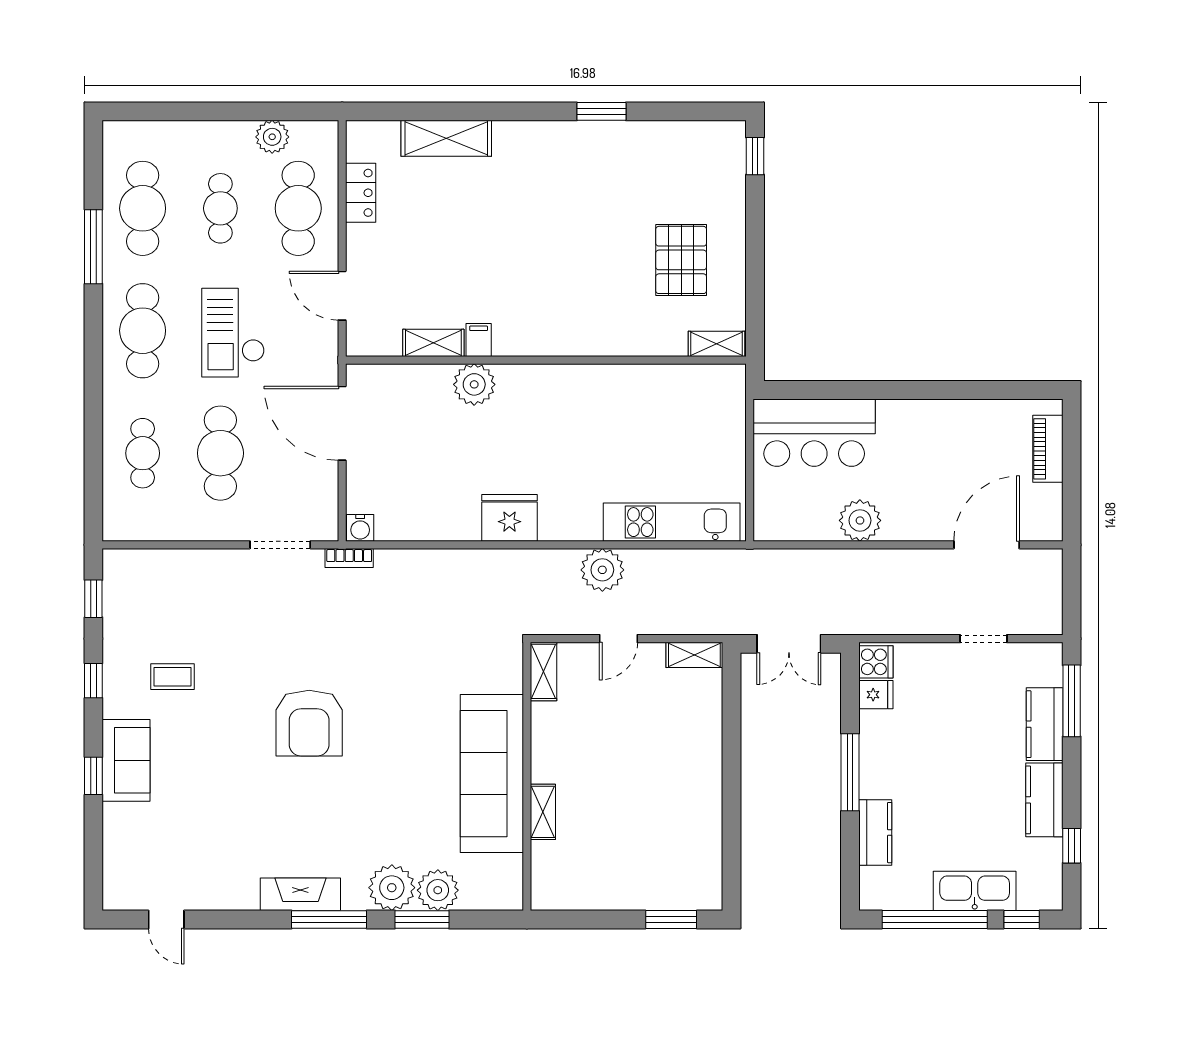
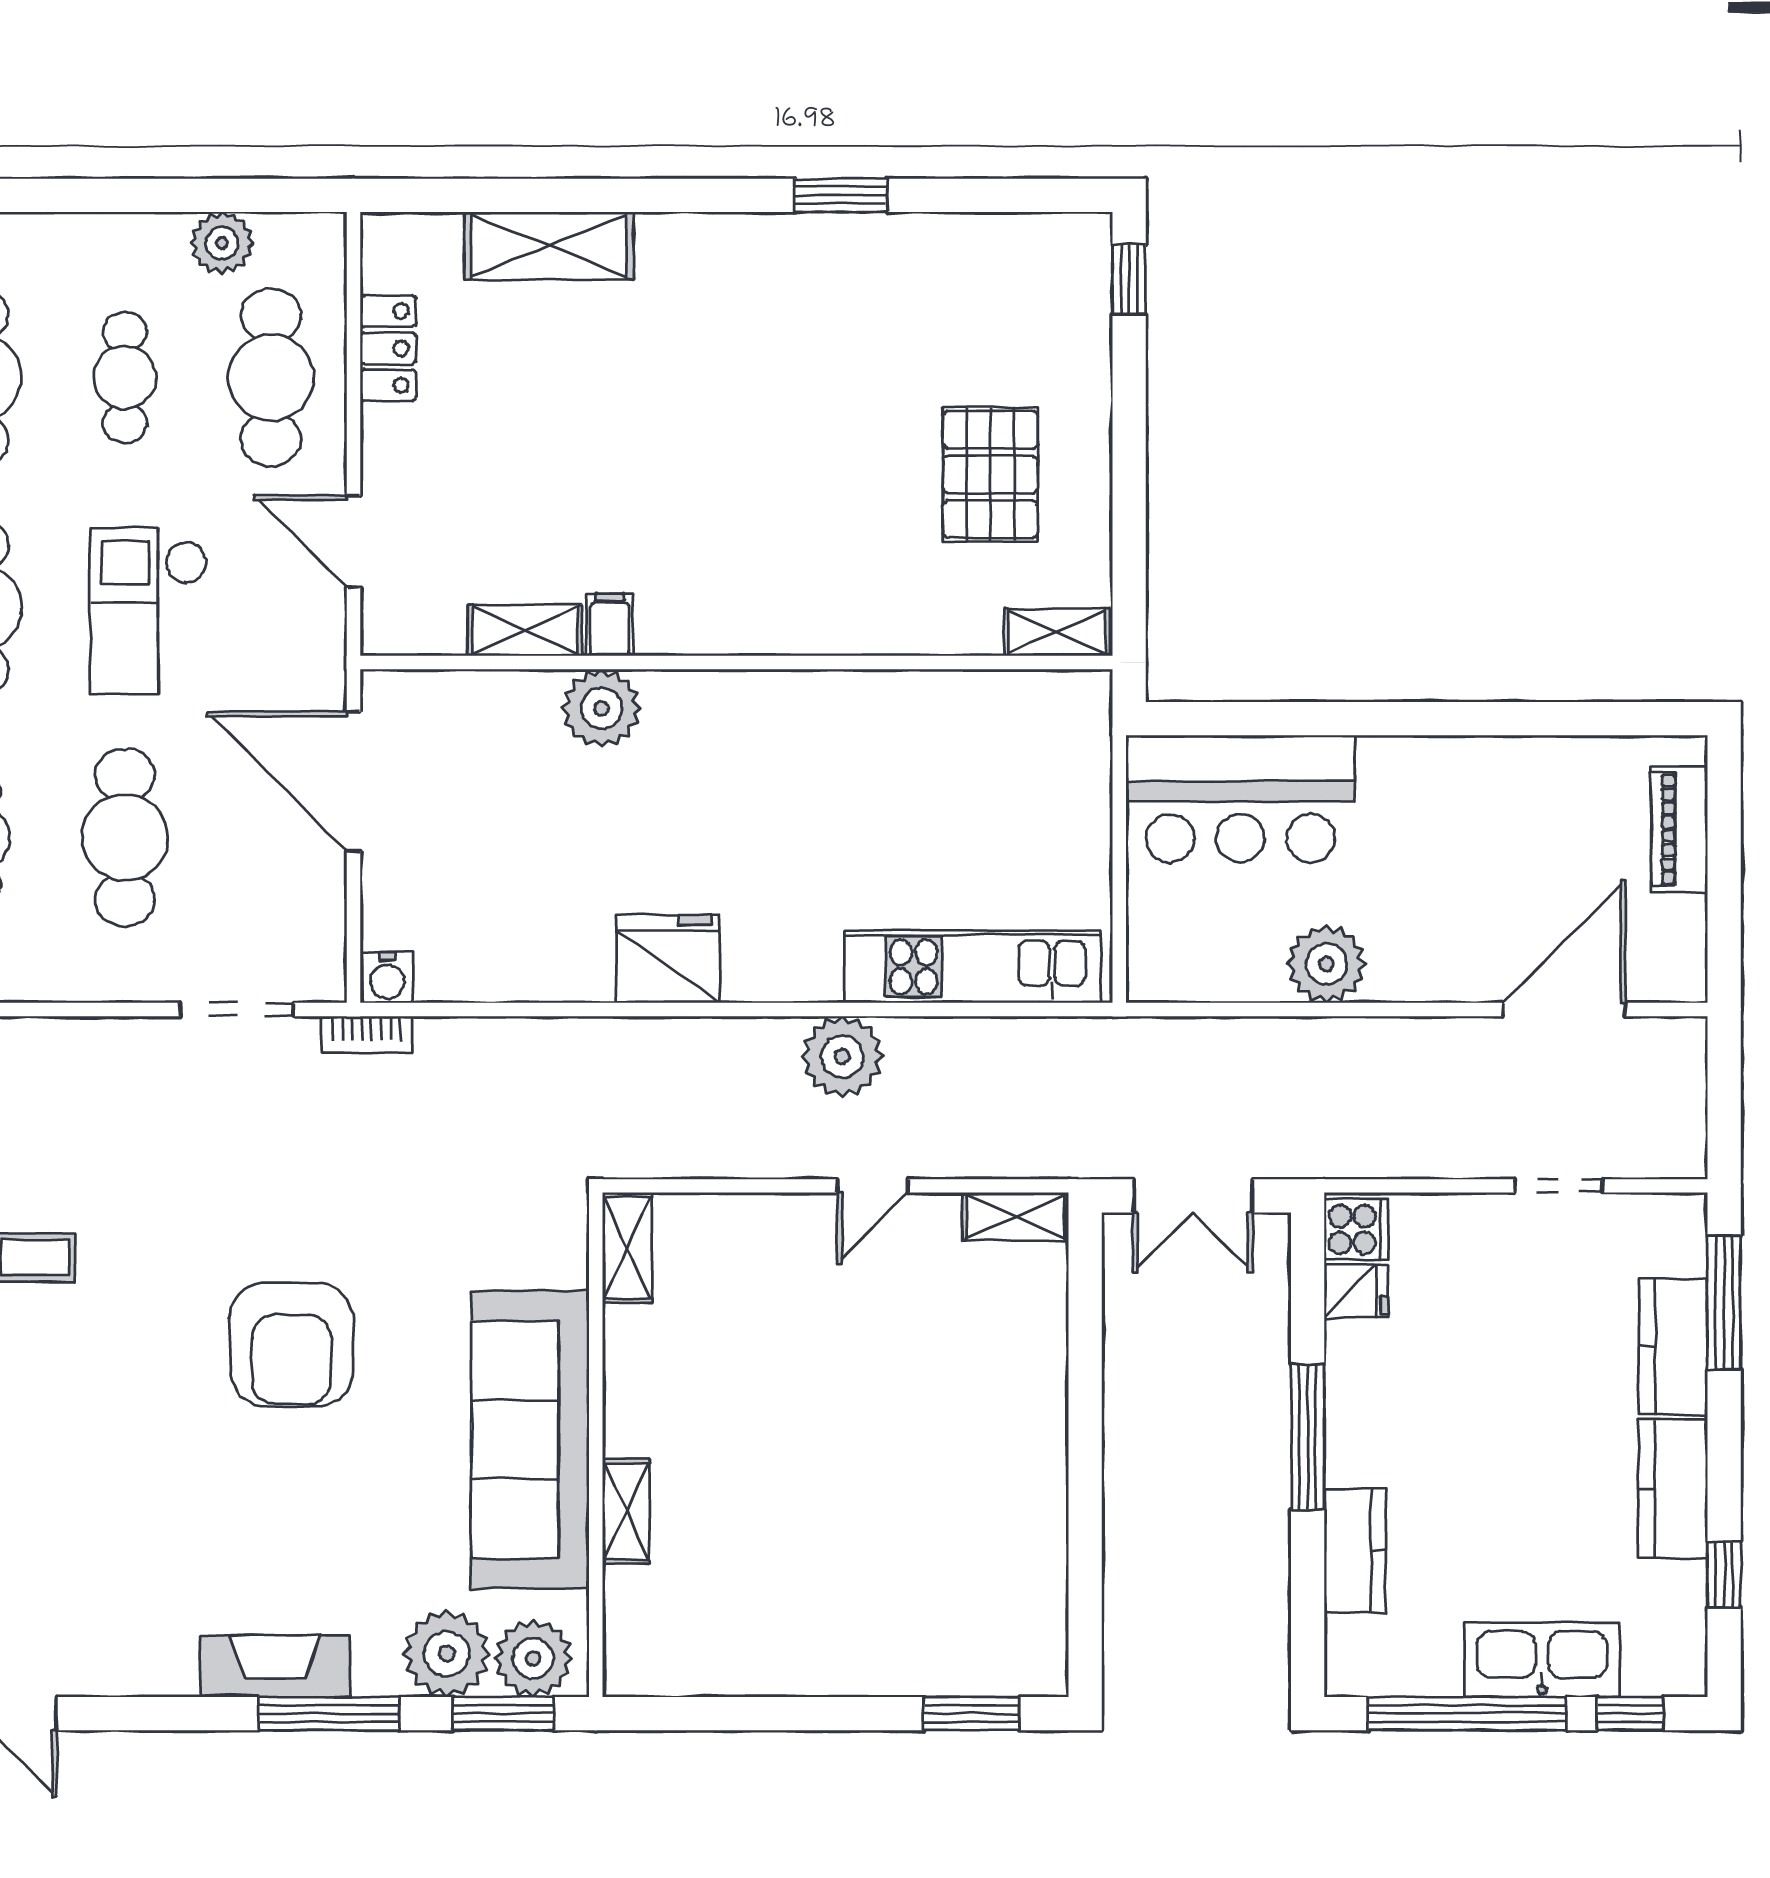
shelving: (544, 671) -> (627, 1248), moved
sofa: (492, 774) -> (530, 1439), moved
wall: (527, 776) -> (596, 1445), moved
shelving: (543, 812) -> (626, 1511), moved

